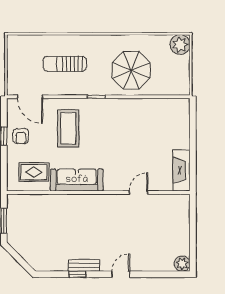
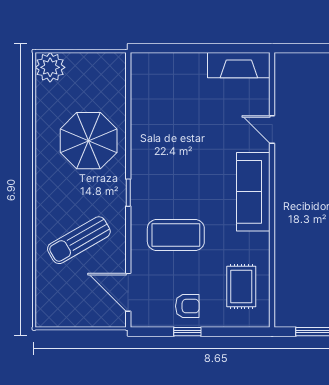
sun lounger: (65, 64) -> (79, 240), turned 60
door: (30, 97) -> (128, 292), swing flipped
sofa: (77, 180) -> (253, 192), moved

